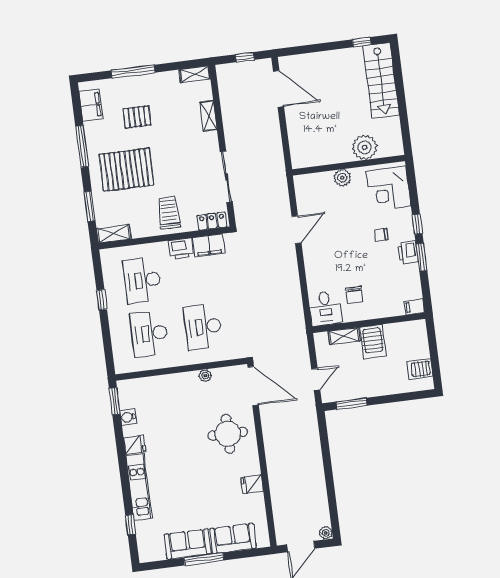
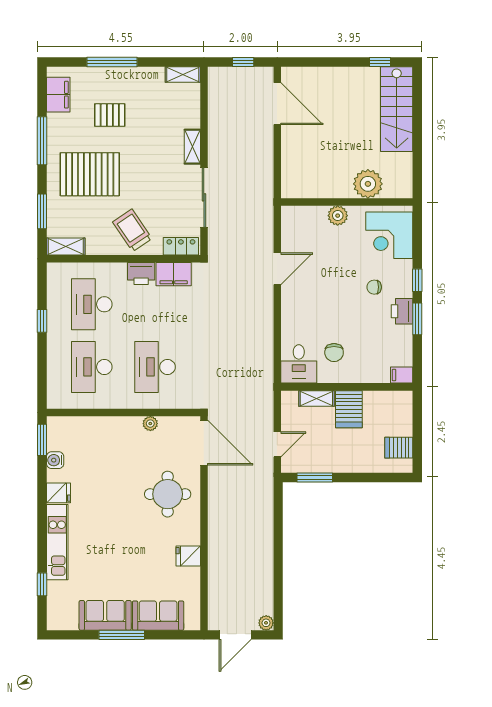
shelving: (208, 116) -> (192, 147), moved
trolley: (169, 213) -> (132, 230), turned -34

